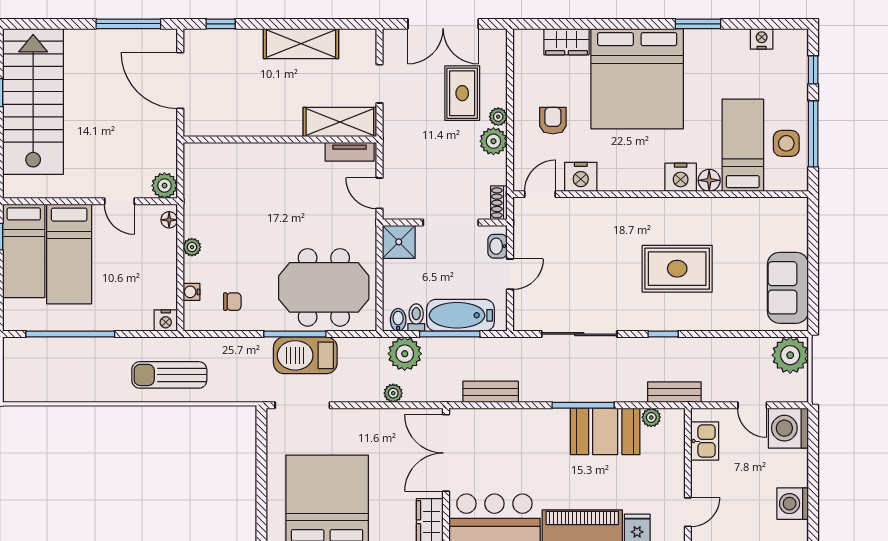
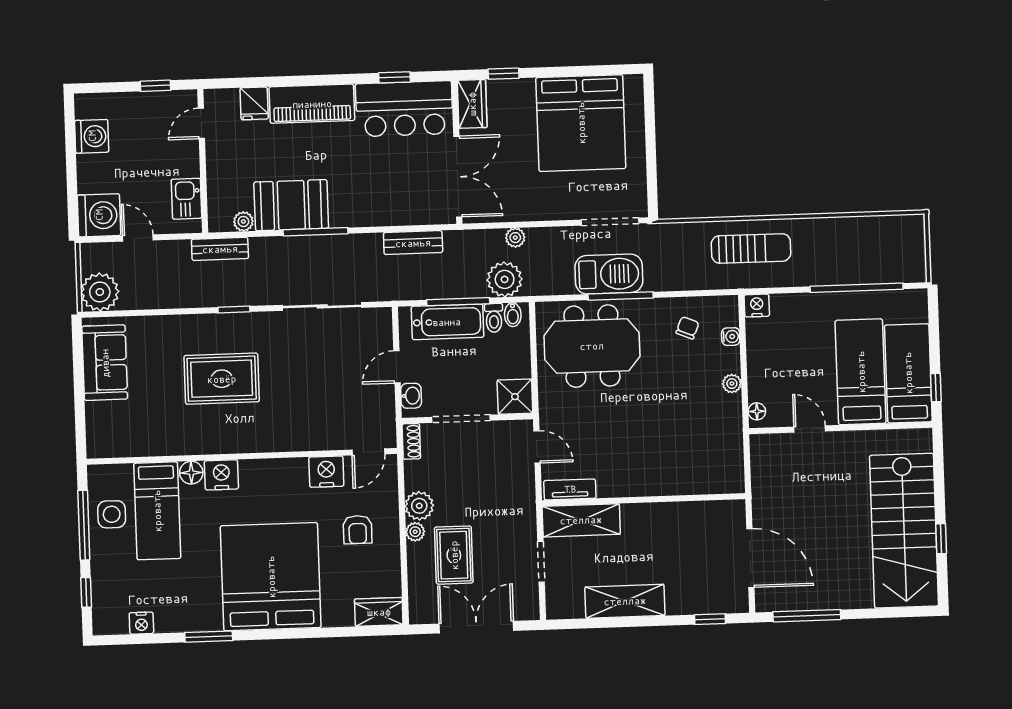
wardrobe: (566, 42) -> (379, 612), moved
plant: (164, 186) -> (763, 447), removed
chair: (232, 302) -> (687, 328), turned 112

